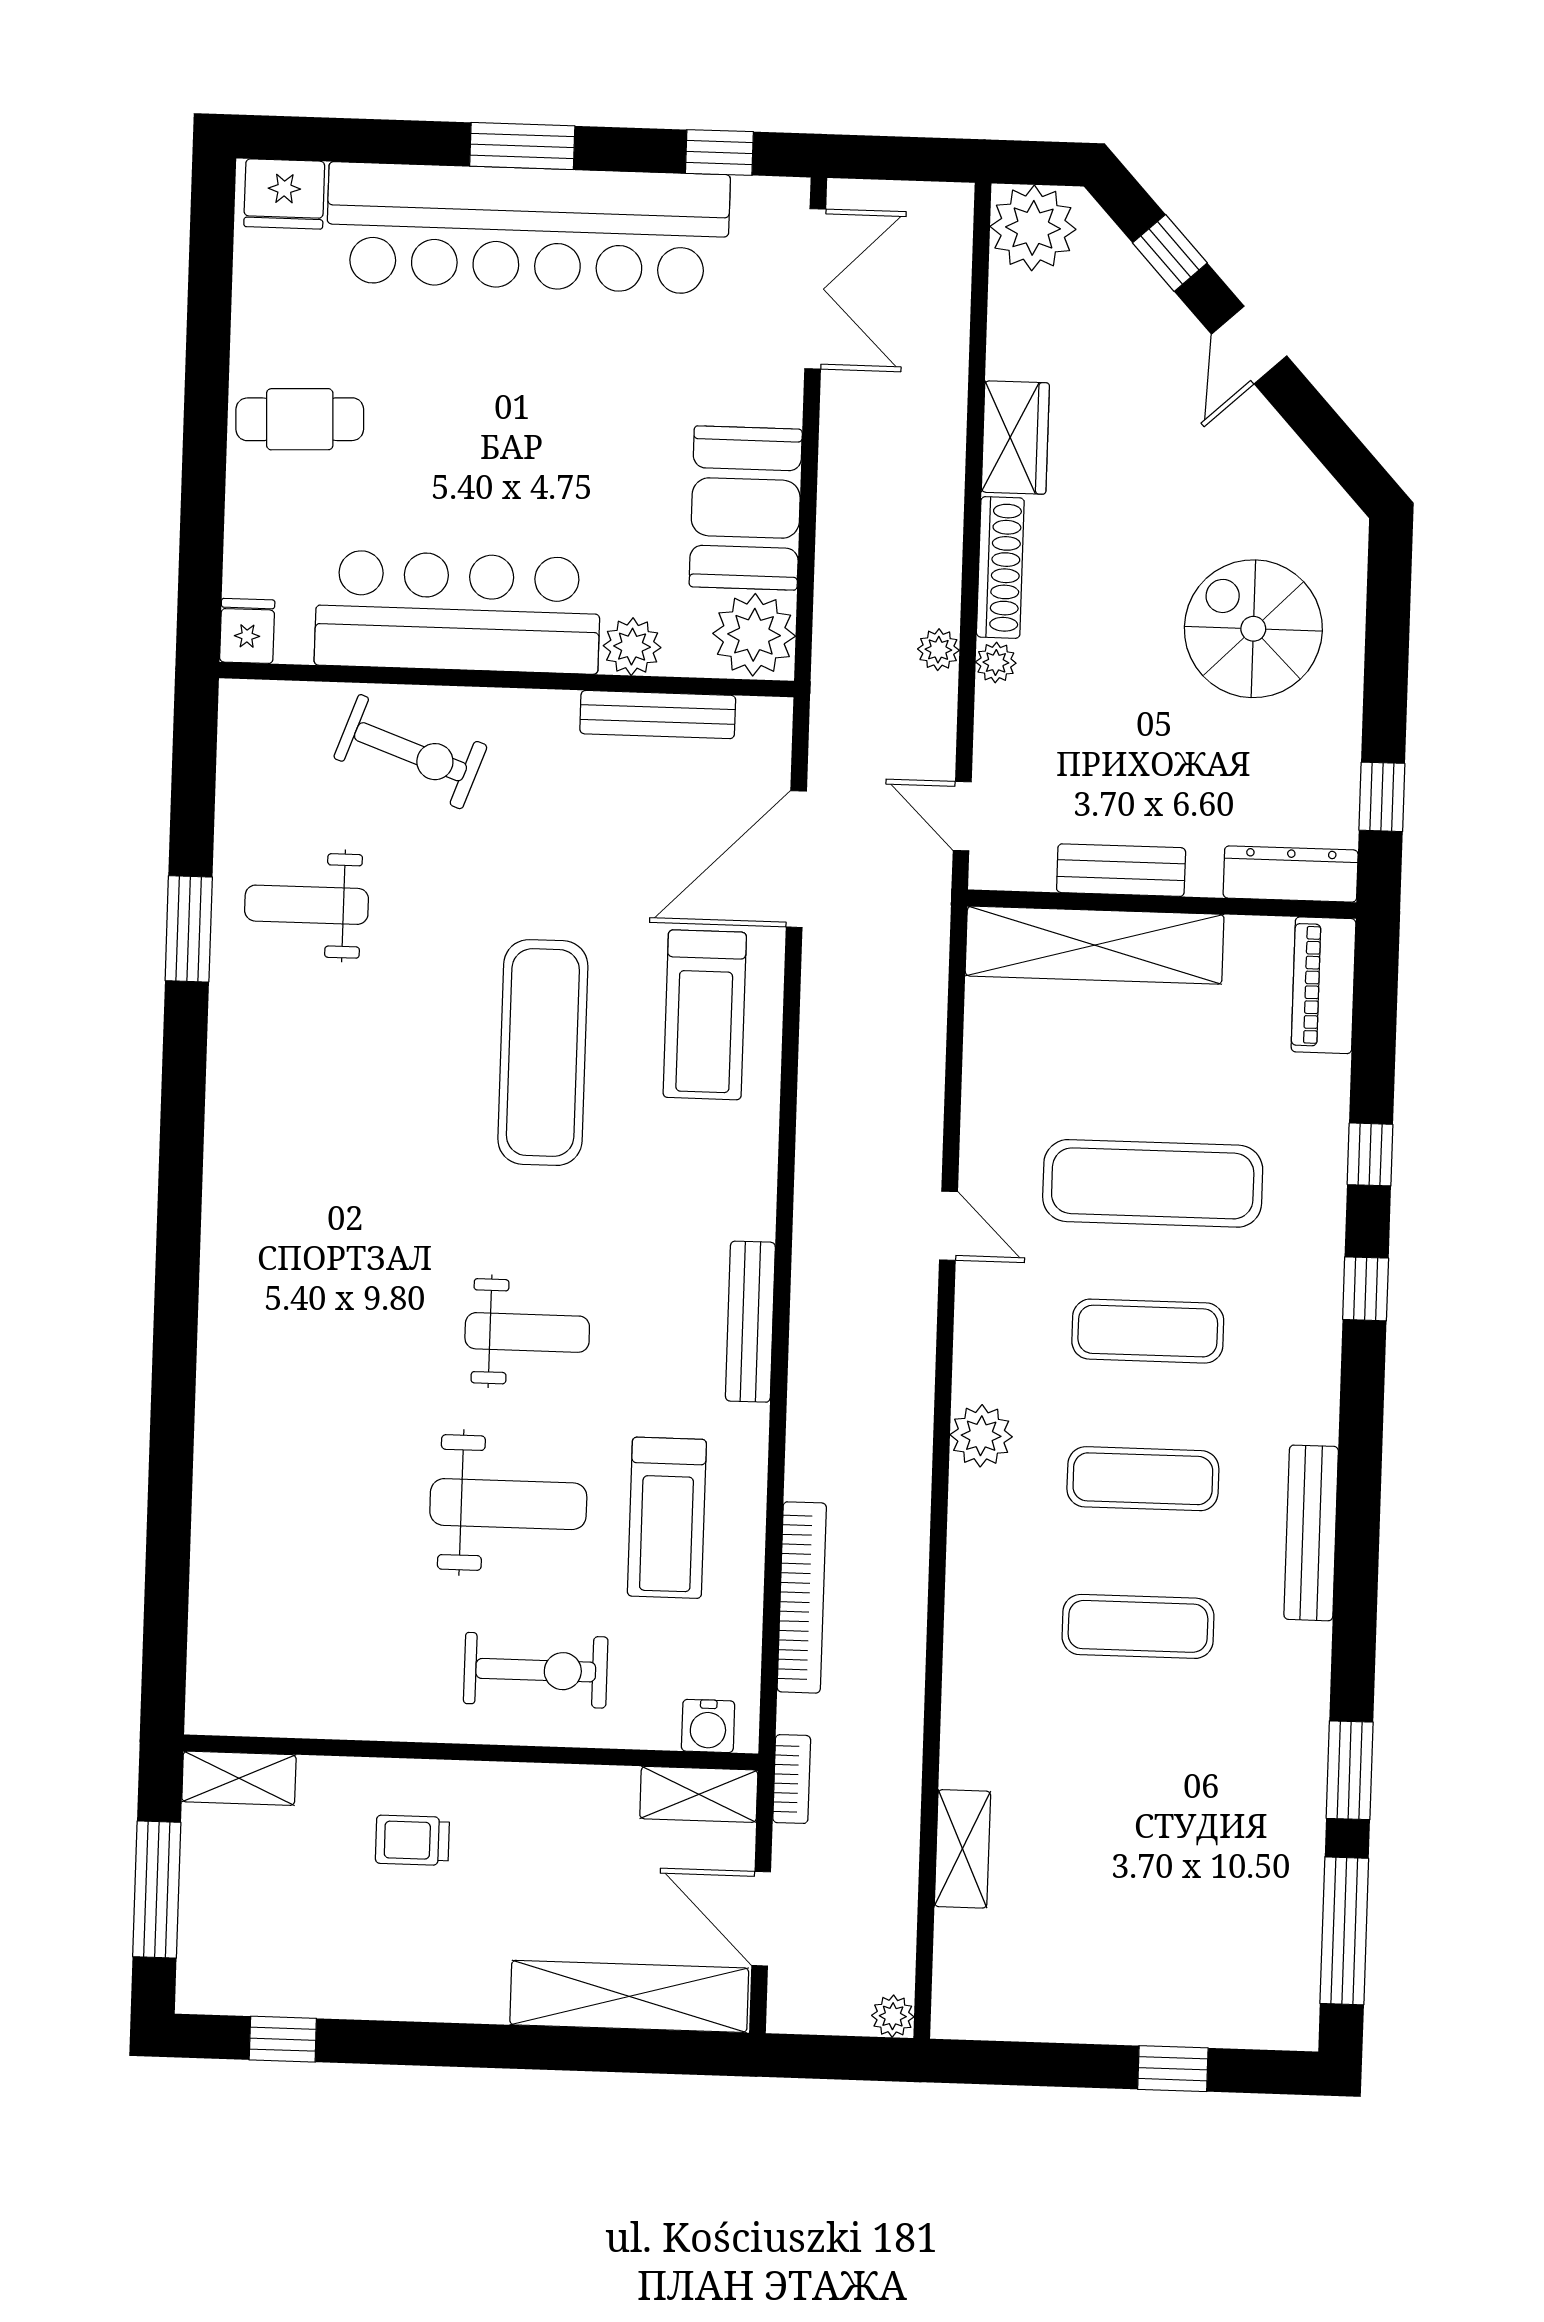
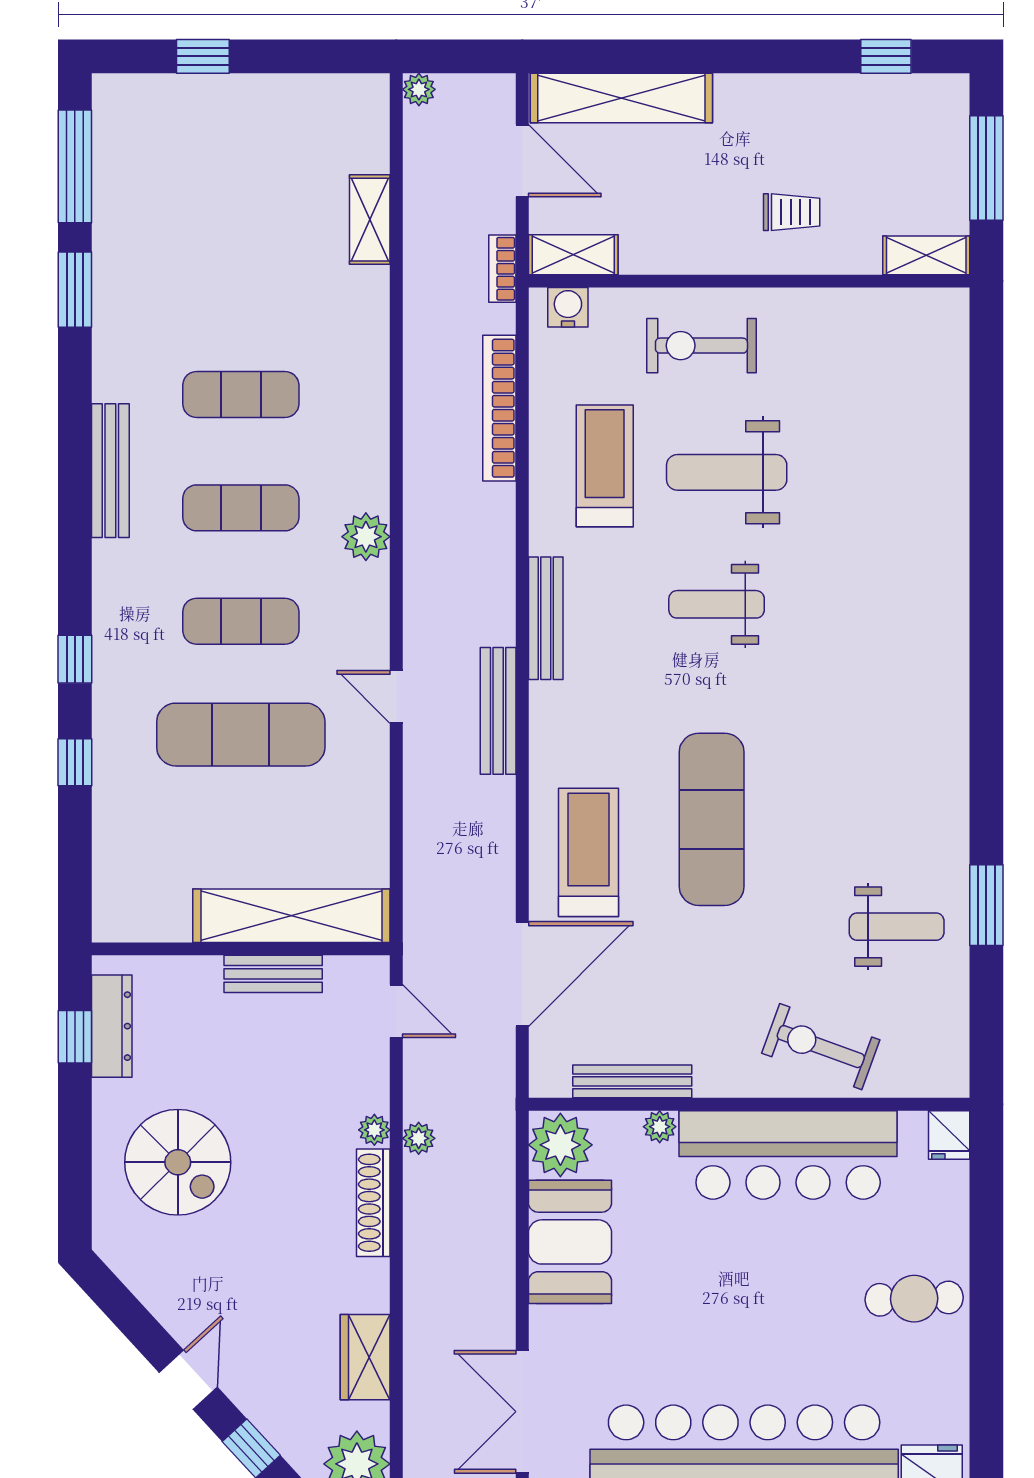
wardrobe: (1015, 437) -> (365, 1357), moved
plant: (632, 647) -> (660, 1127), width x0.73, depth x0.73
dresser: (1291, 874) -> (112, 1026), moved, turned -90
piano: (1324, 985) -> (115, 891), removed
bench: (816, 1203) -> (498, 711), added

